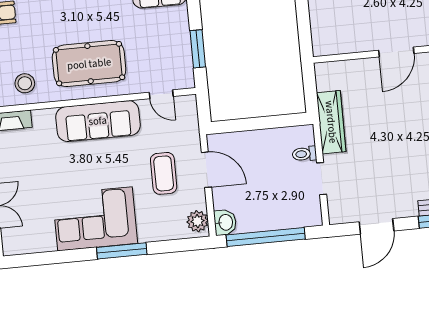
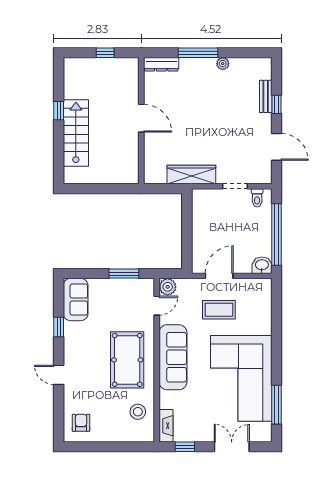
toilet: (304, 154) -> (257, 198), moved
corner sofa: (95, 219) -> (241, 378), width x1.36, depth x1.36
plant: (197, 221) -> (168, 287), moved
window: (122, 251) -> (276, 405), moved

